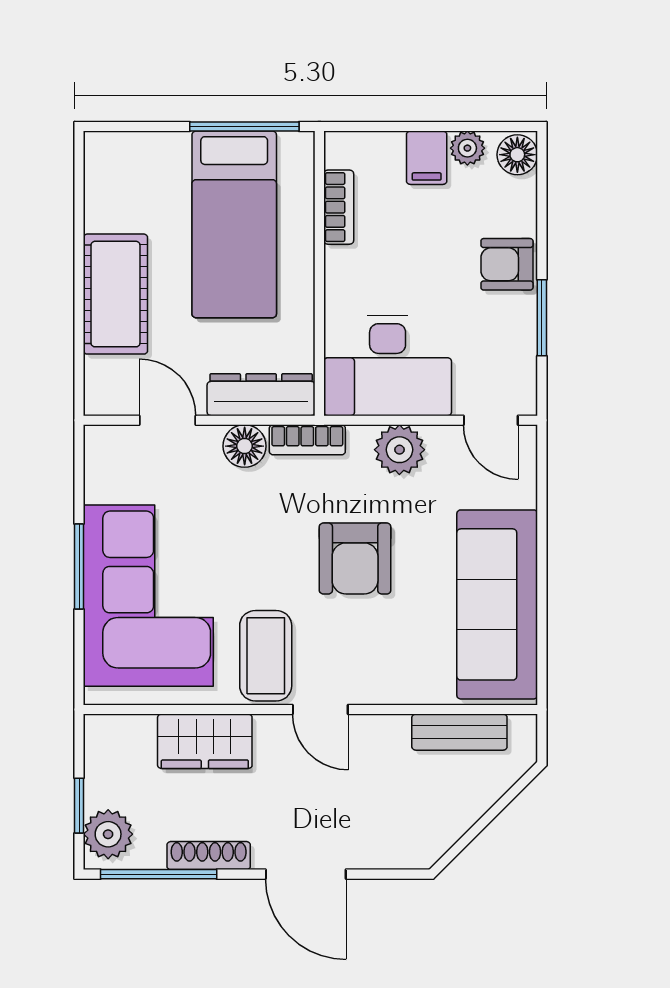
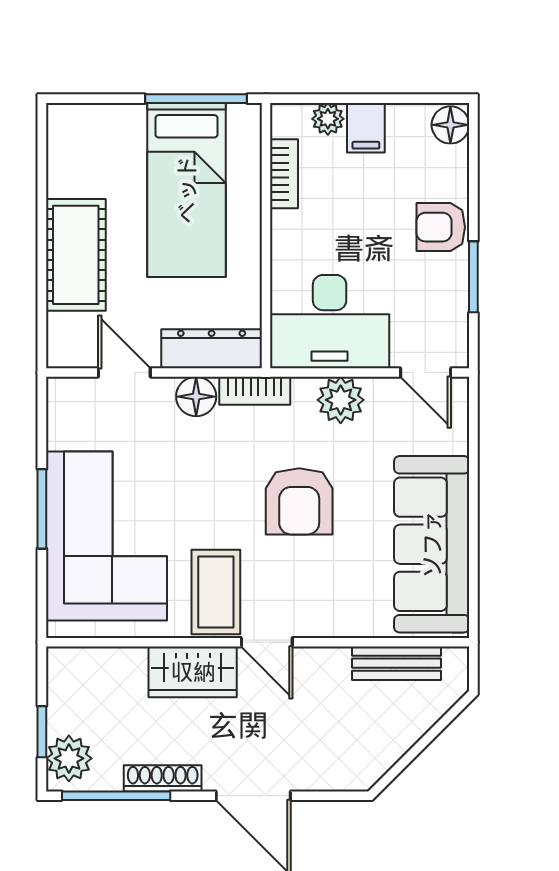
plant: (467, 148) -> (328, 119), moved
wardrobe: (205, 741) -> (193, 672), moved

